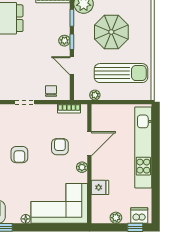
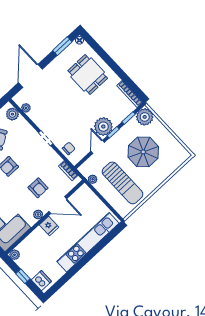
plant: (64, 41) -> (103, 127), width x1.87, depth x1.87
armchair: (60, 147) -> (38, 188), turned 90
fridge: (100, 187) -> (49, 226), moved
plant: (116, 218) -> (15, 255), moved
window: (135, 227) -> (23, 276), moved

